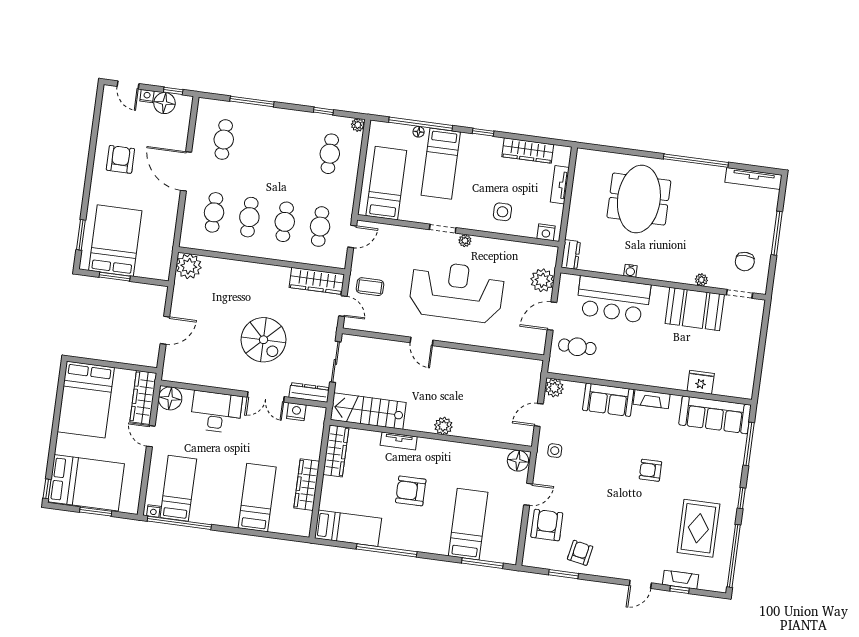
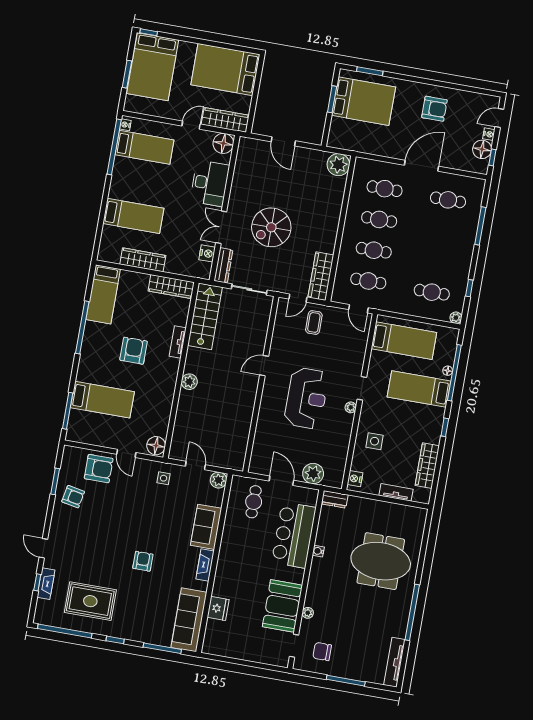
reception desk: (457, 292) -> (306, 398), width x0.74, depth x0.77

